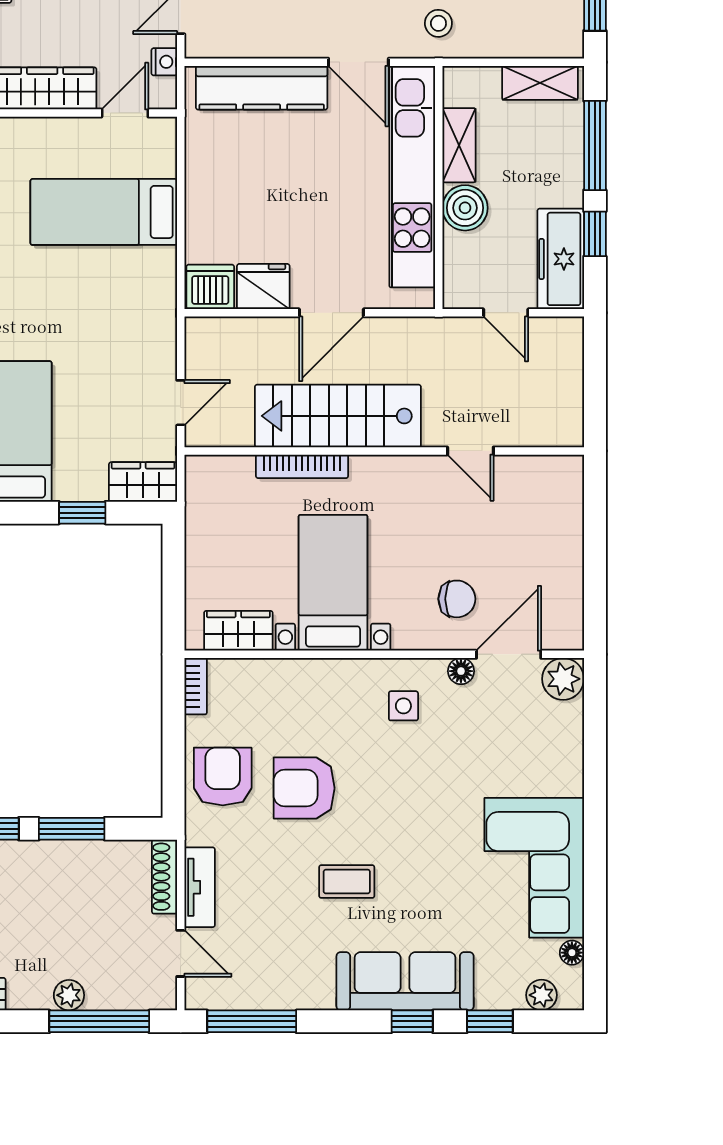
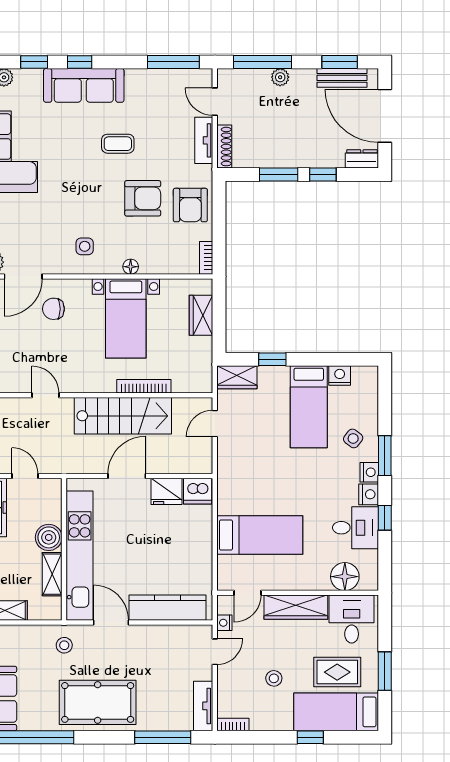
wardrobe: (238, 631) -> (201, 315), moved, turned 90
floor lamp: (461, 671) -> (131, 267), moved

